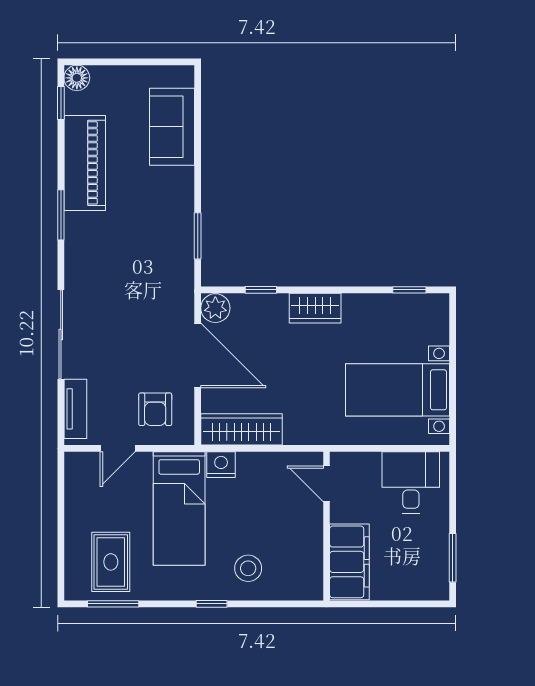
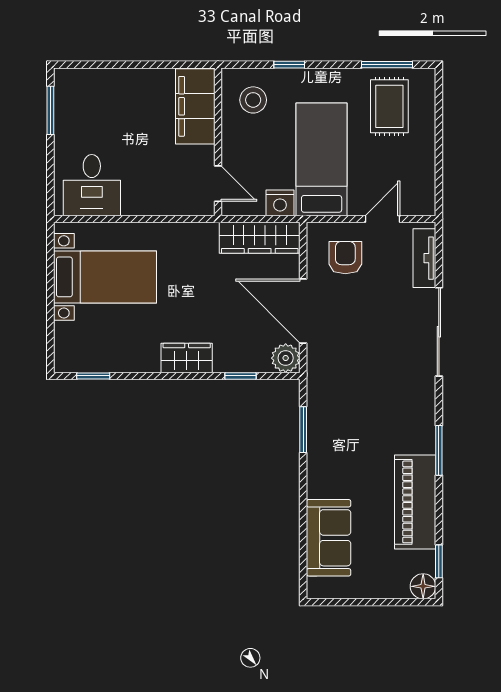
door: (326, 484) -> (218, 184), moved
wall: (326, 526) -> (218, 142), moved
filing cabinet: (349, 562) -> (195, 106), moved

